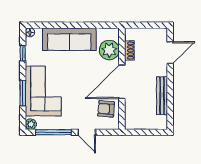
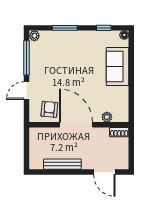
sofa: (69, 39) -> (118, 66), width x0.73
plant: (109, 50) -> (107, 117), width x0.53, depth x0.53
shoe rack: (129, 51) -> (119, 132), moved
corner sofa: (43, 91) -> (67, 48), removed

